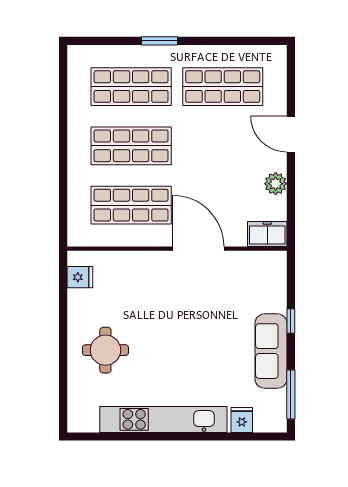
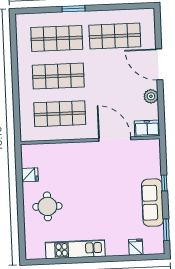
door: (291, 134) -> (159, 64), width x1.36
door: (198, 249) -> (115, 139), moved
fridge: (80, 277) -> (30, 175), moved
window: (291, 395) -> (166, 230), width x0.69
kitchen unit: (163, 419) -> (75, 249), width x0.73

